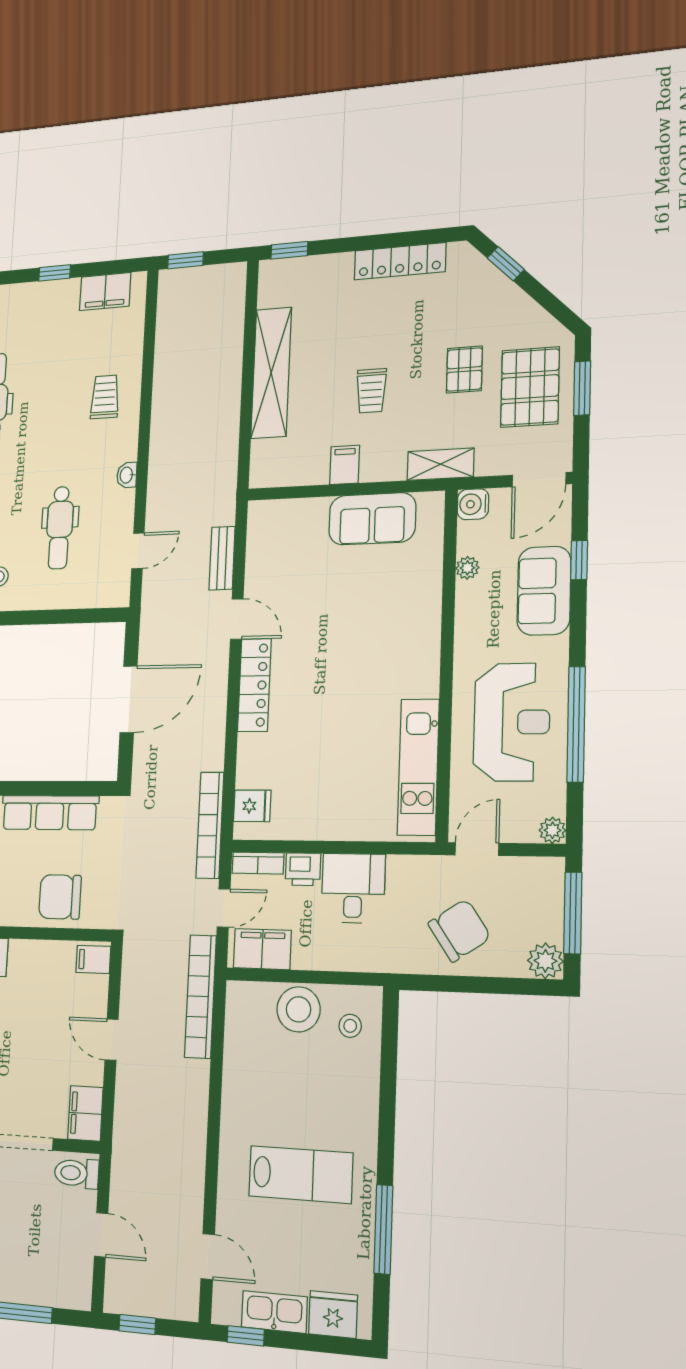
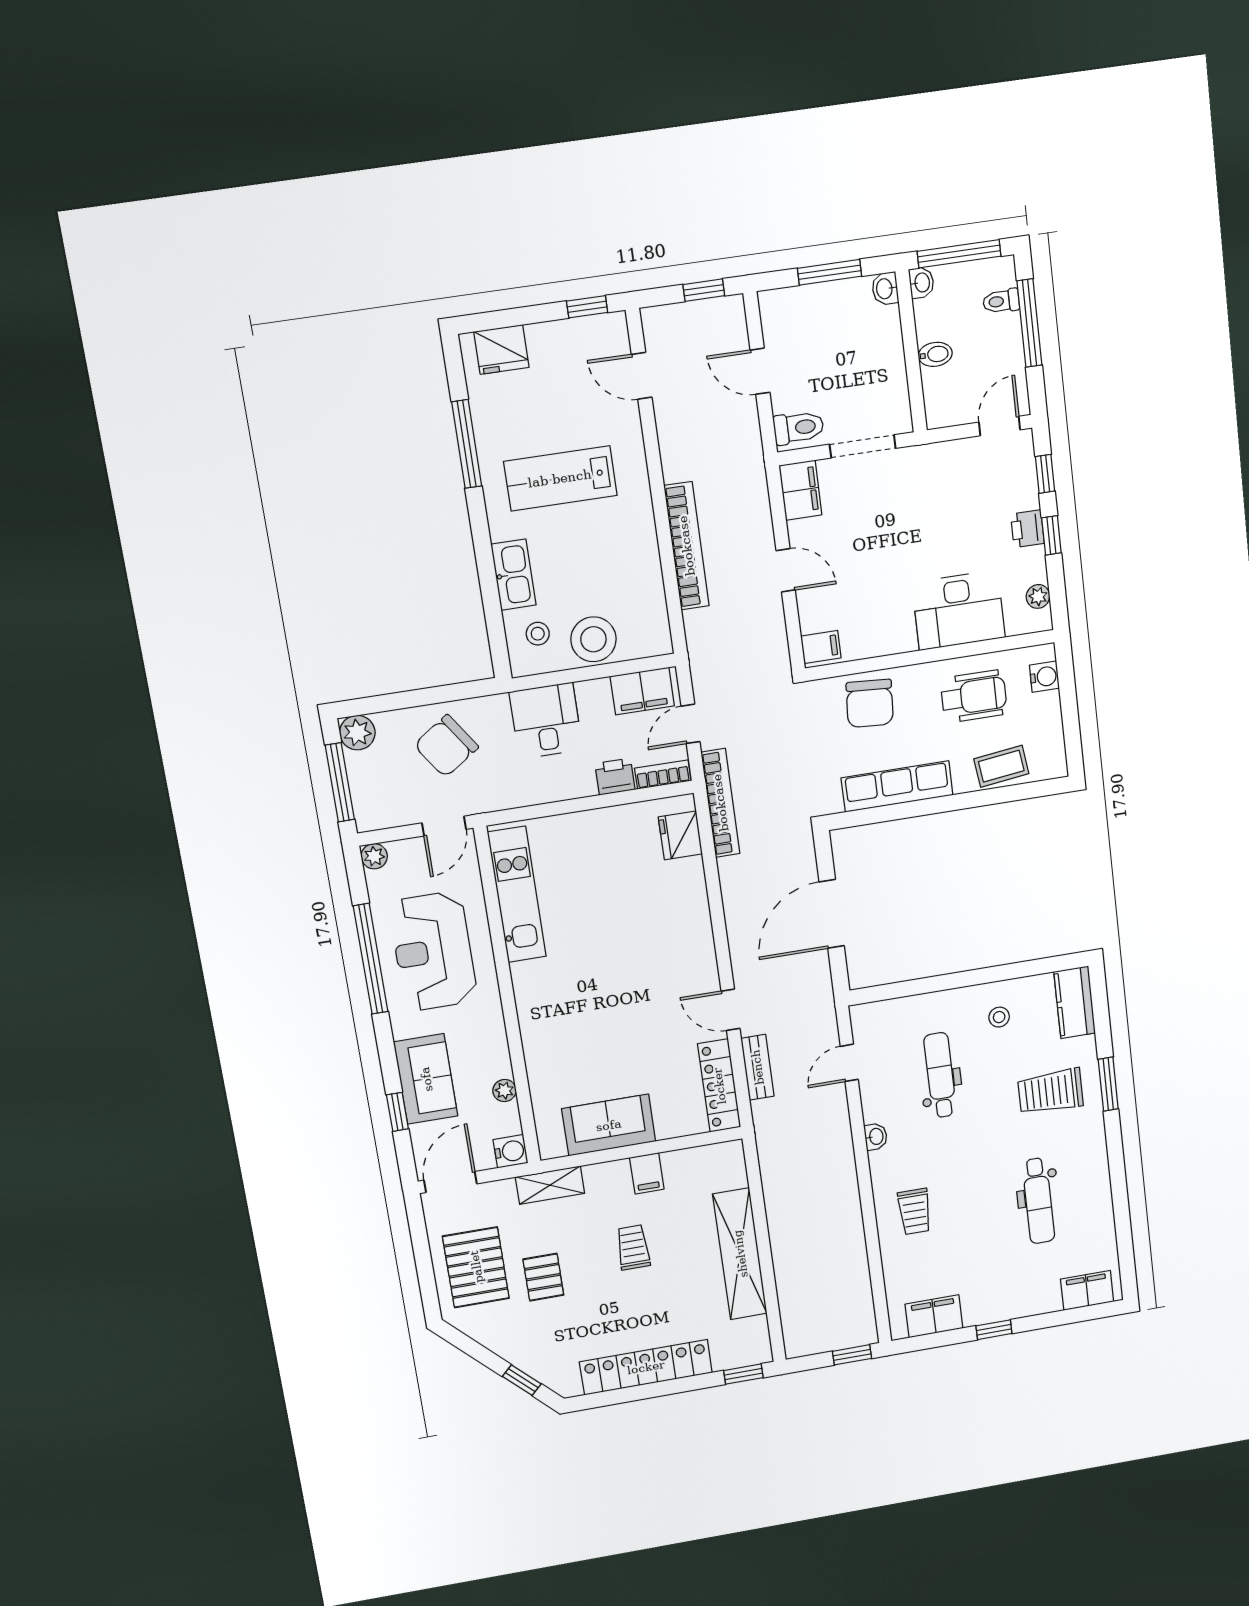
locker: (400, 261) -> (646, 1367), width x1.41, depth x1.21
window: (582, 388) -> (425, 1272), removed
locker: (254, 685) -> (719, 1086), moved
fridge: (252, 806) -> (680, 835), width x1.38
desk: (353, 888) -> (546, 721), moved, turned 180
chair: (60, 897) -> (870, 703), turned 94
bookcase: (200, 996) -> (686, 546), moved
kitchen sink: (274, 1312) -> (513, 575), moved, turned -90

